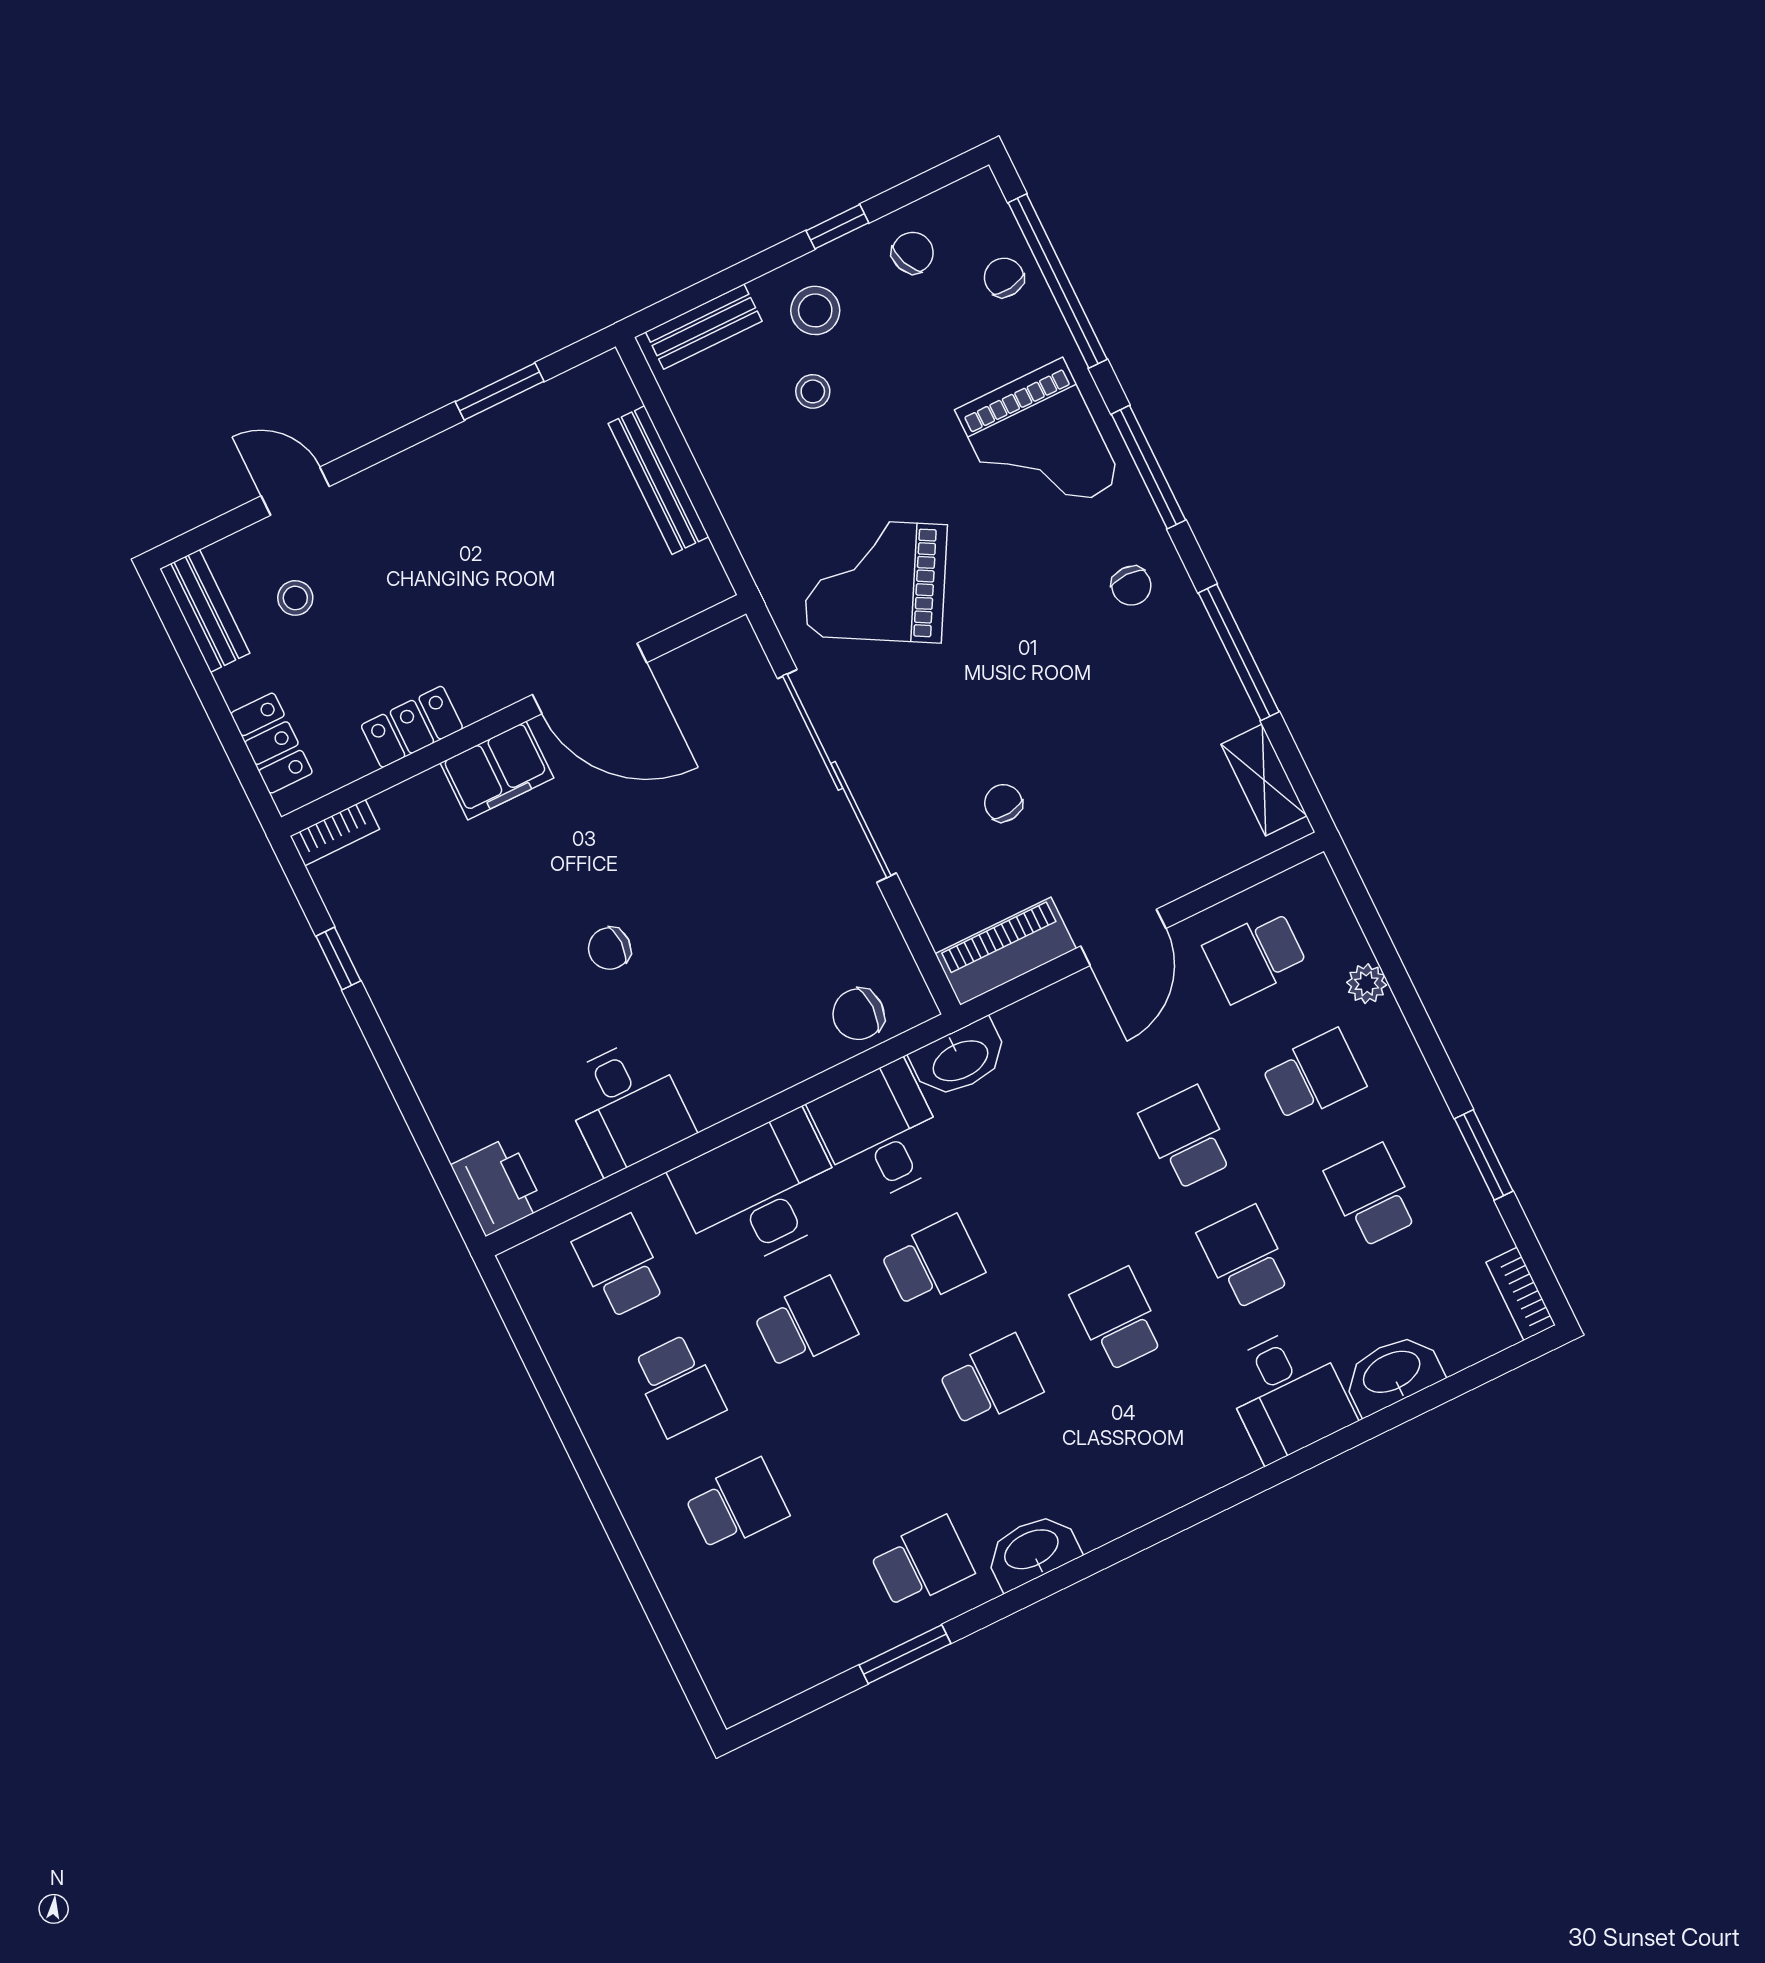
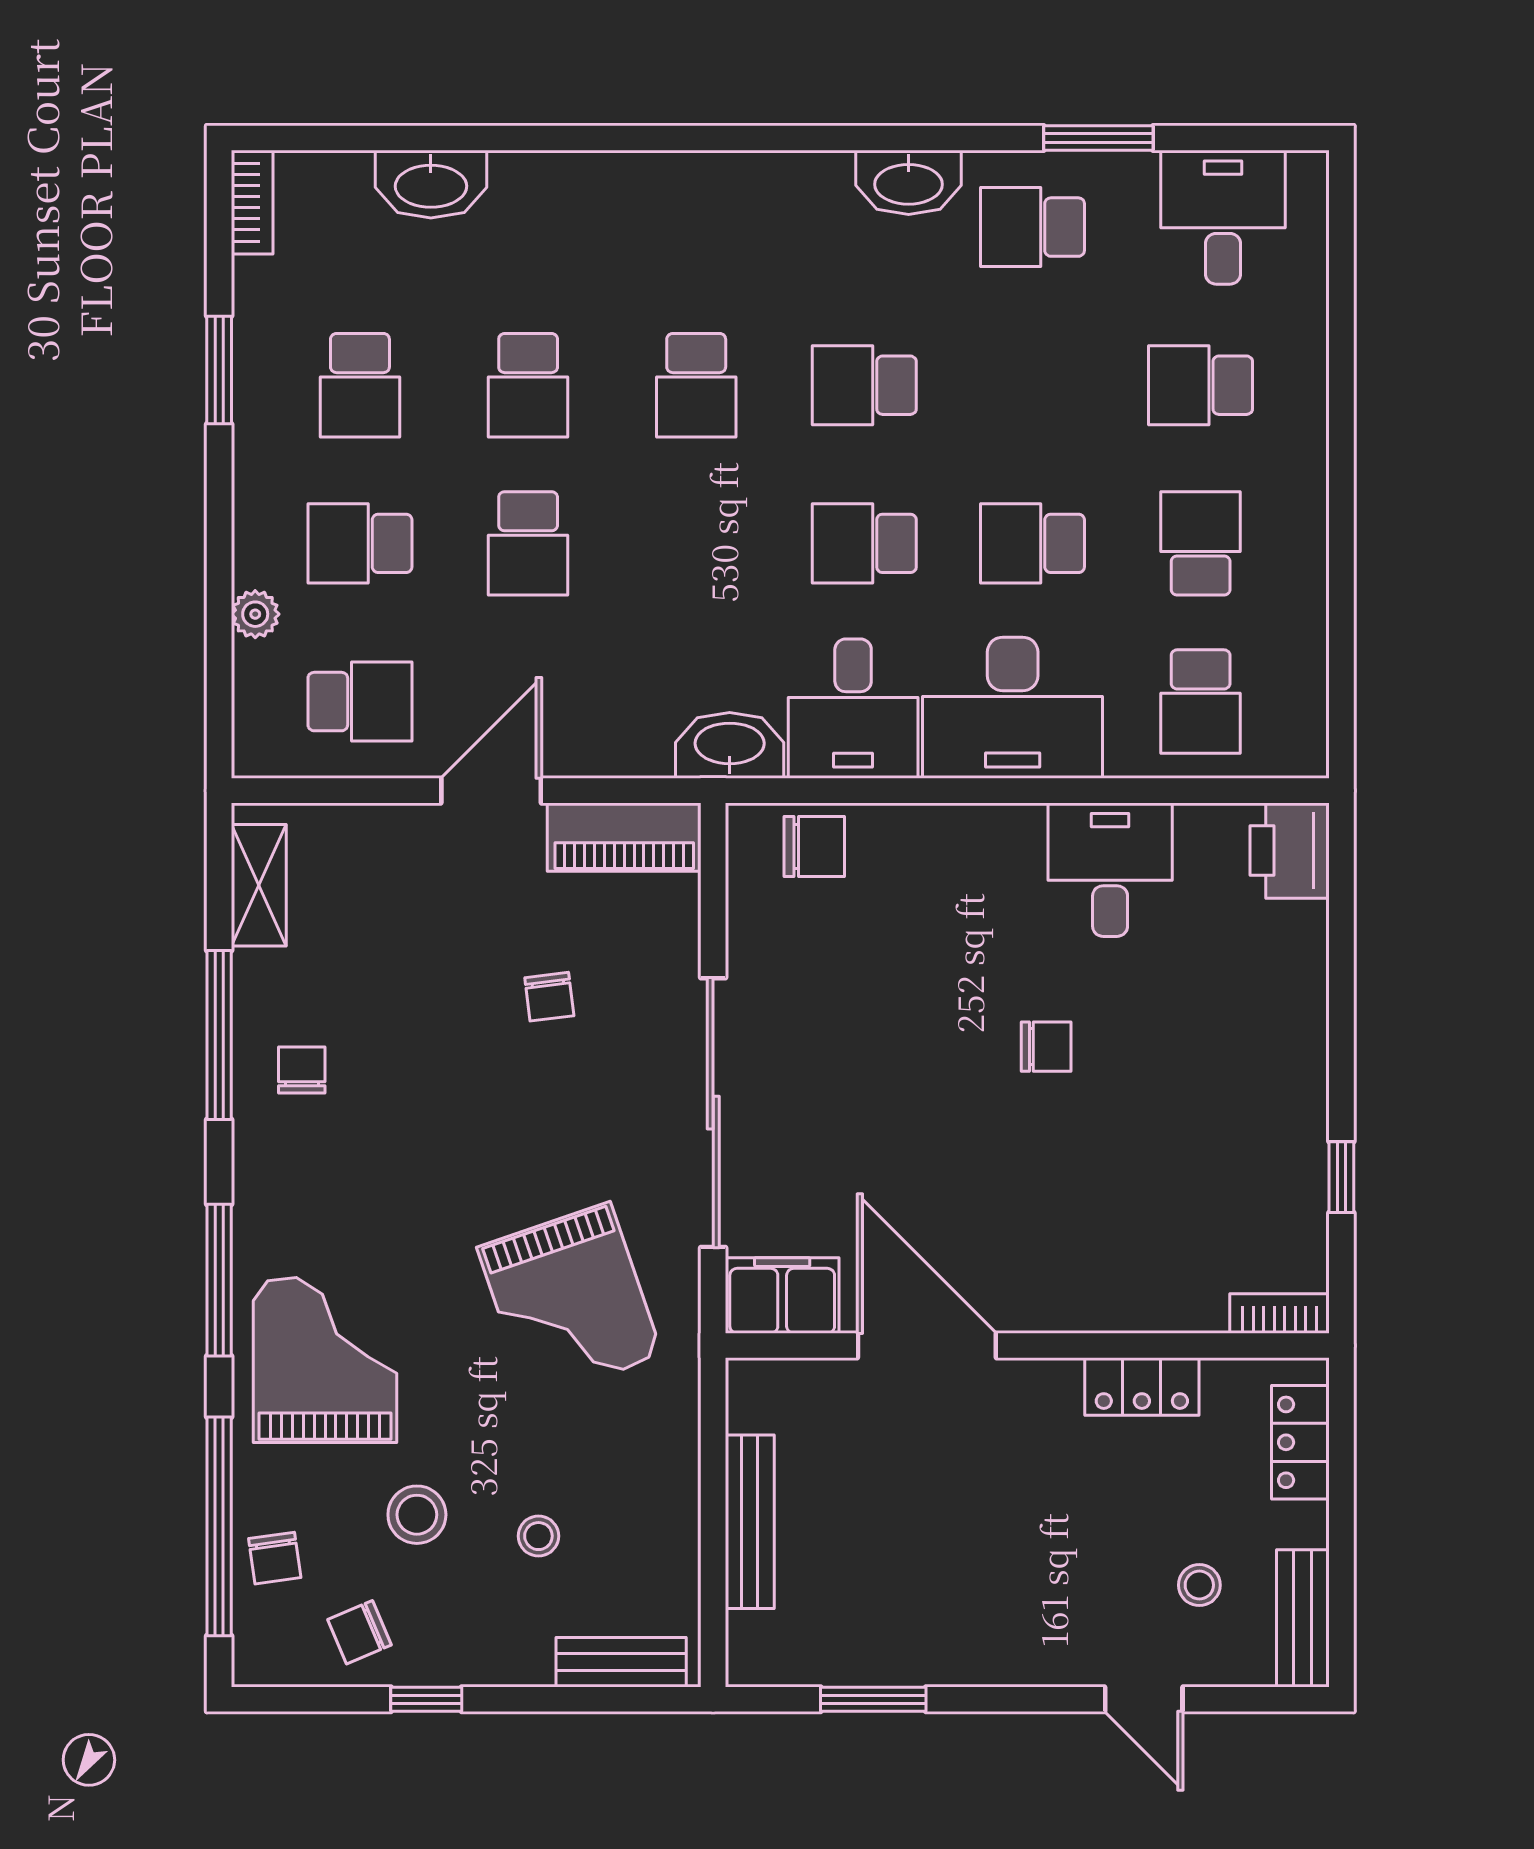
stool: (815, 310) -> (417, 1515), moved
grand piano: (876, 580) -> (570, 1301), turned 42
chair: (1131, 586) -> (302, 1070), moved
filing cabinet: (497, 771) -> (782, 1295), moved
desk: (1287, 1394) -> (1223, 217), moved

